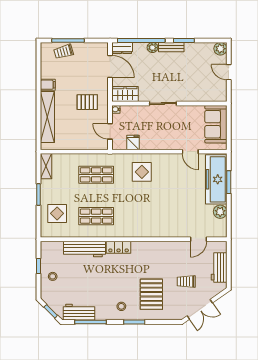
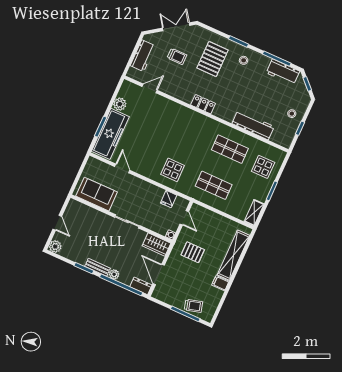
sofa: (216, 124) -> (97, 194), moved, turned -90
locker: (119, 247) -> (203, 104), moved

